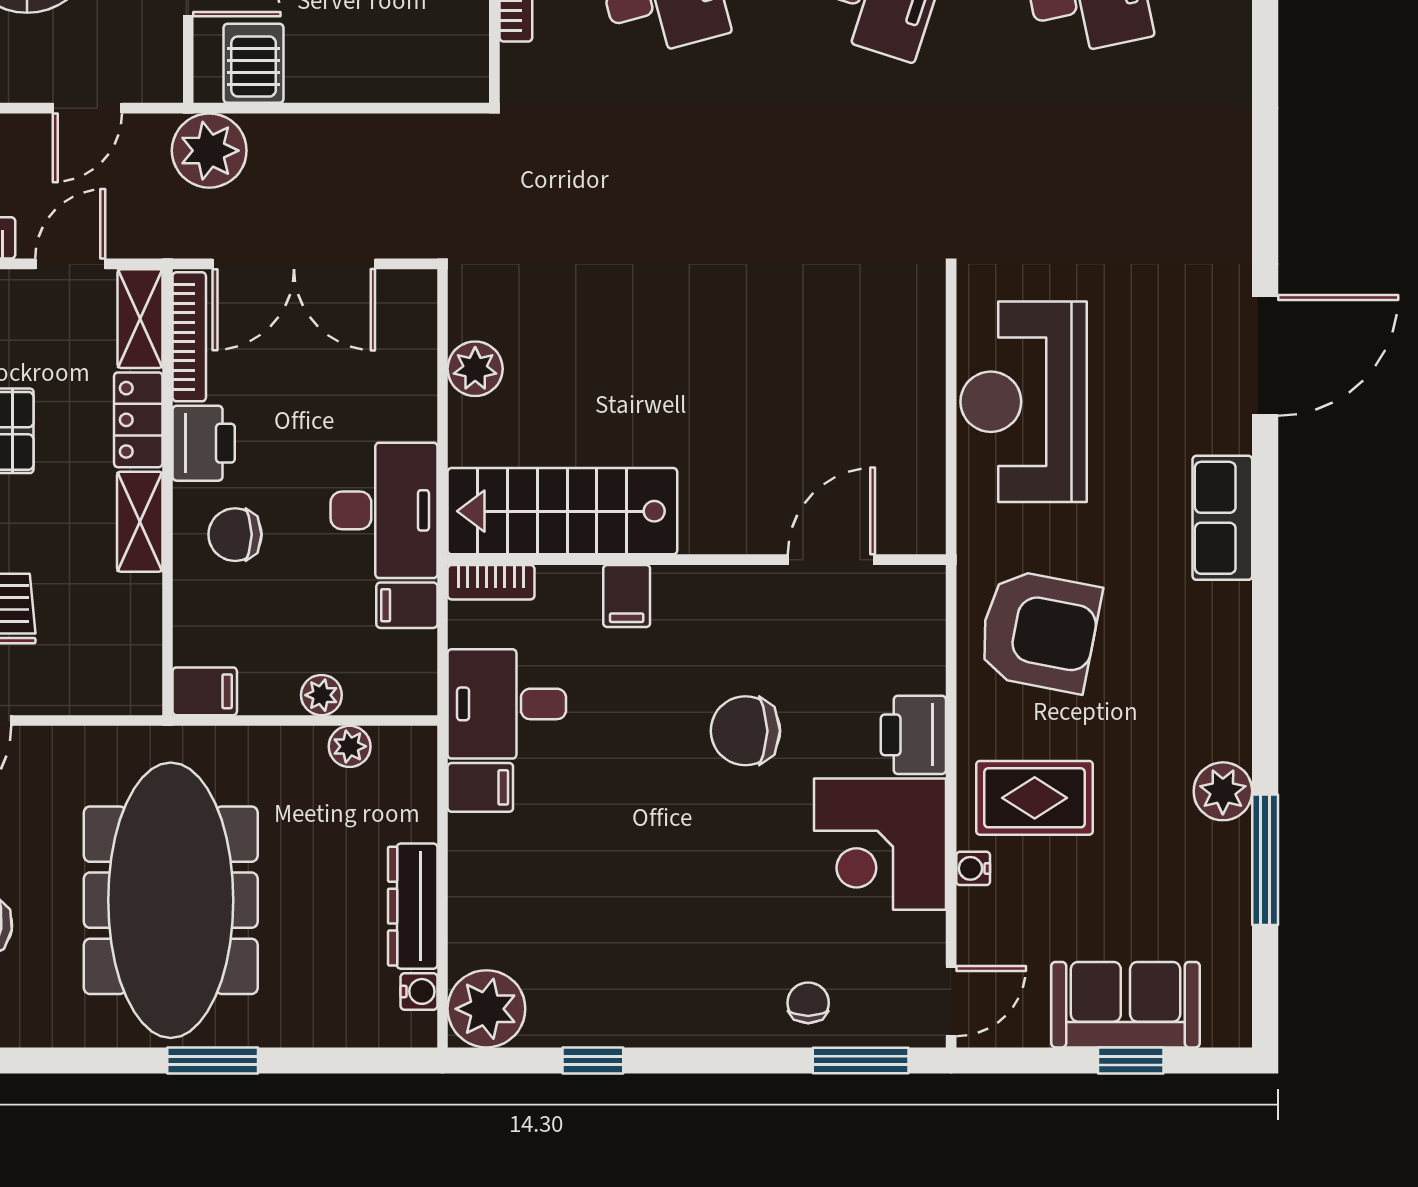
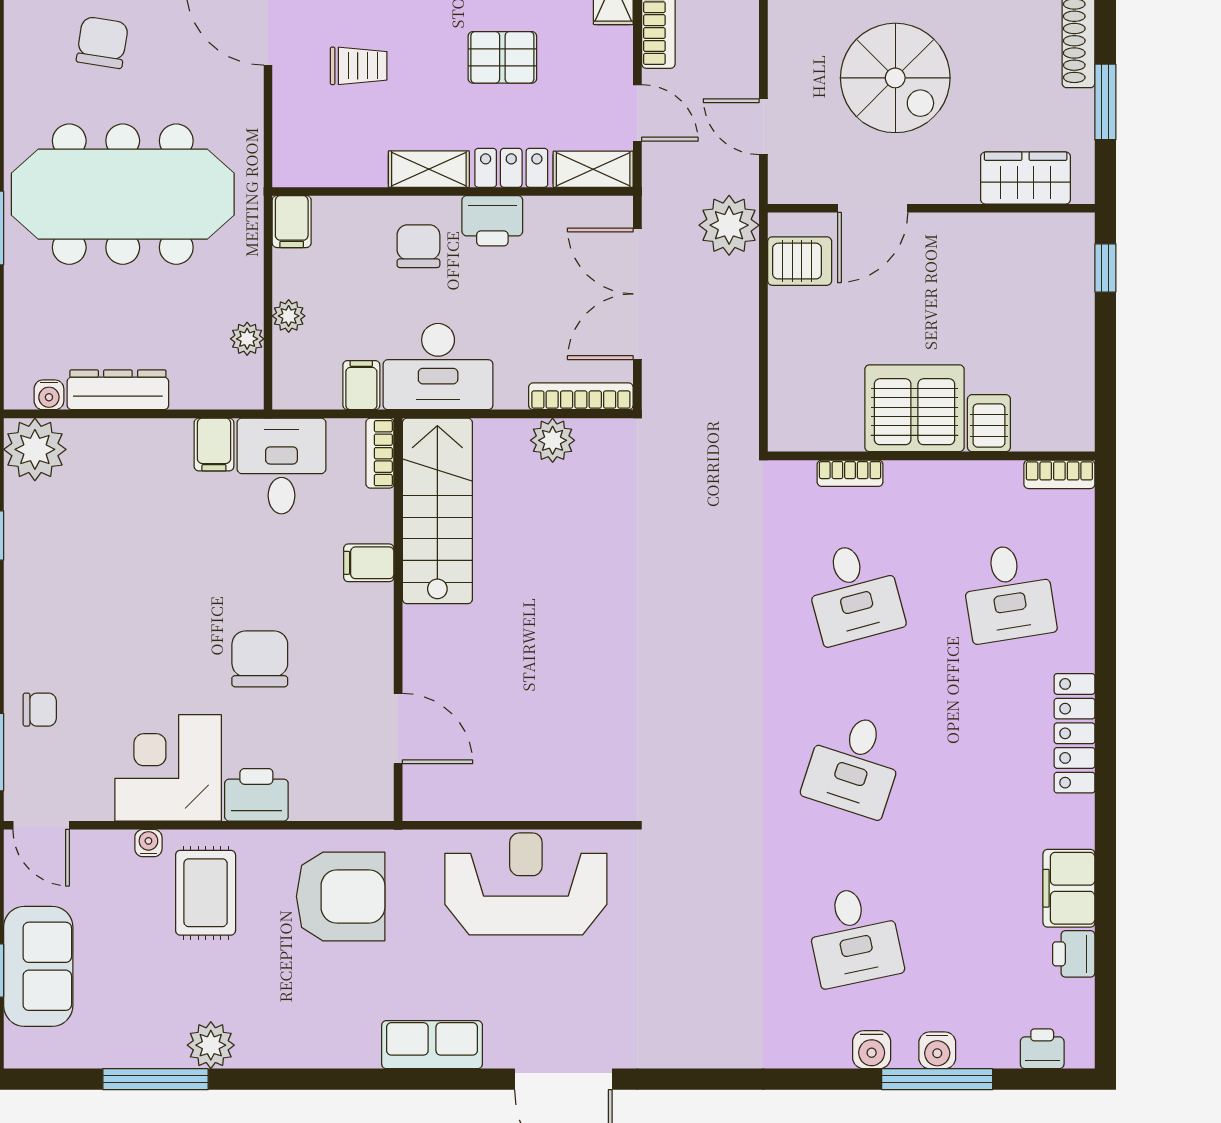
bookcase: (189, 337) -> (581, 396), moved, turned 180
armchair: (1039, 631) -> (341, 896), turned -101

